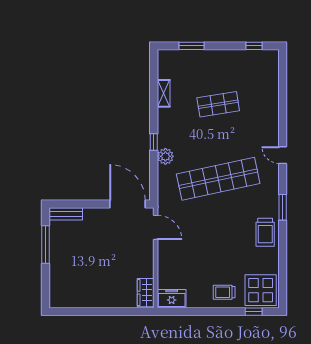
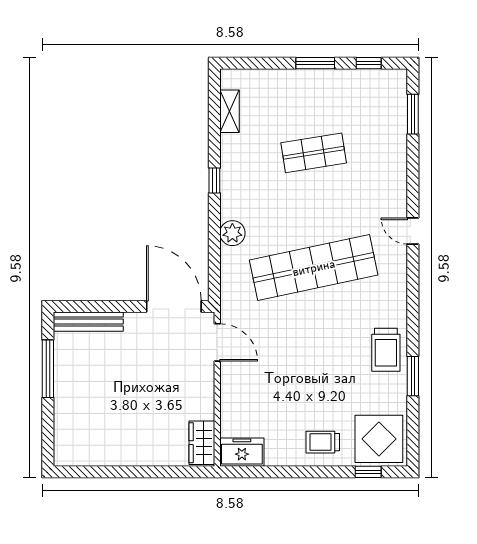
window: (191, 46) -> (315, 63), moved
window: (283, 79) -> (413, 114), added
shelving: (164, 93) -> (229, 111), moved
window: (154, 142) -> (214, 181), moved
window: (283, 207) -> (413, 376), moved
bench: (66, 214) -> (88, 322), width x1.36

